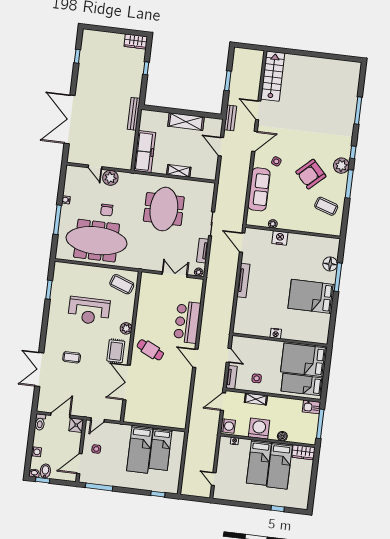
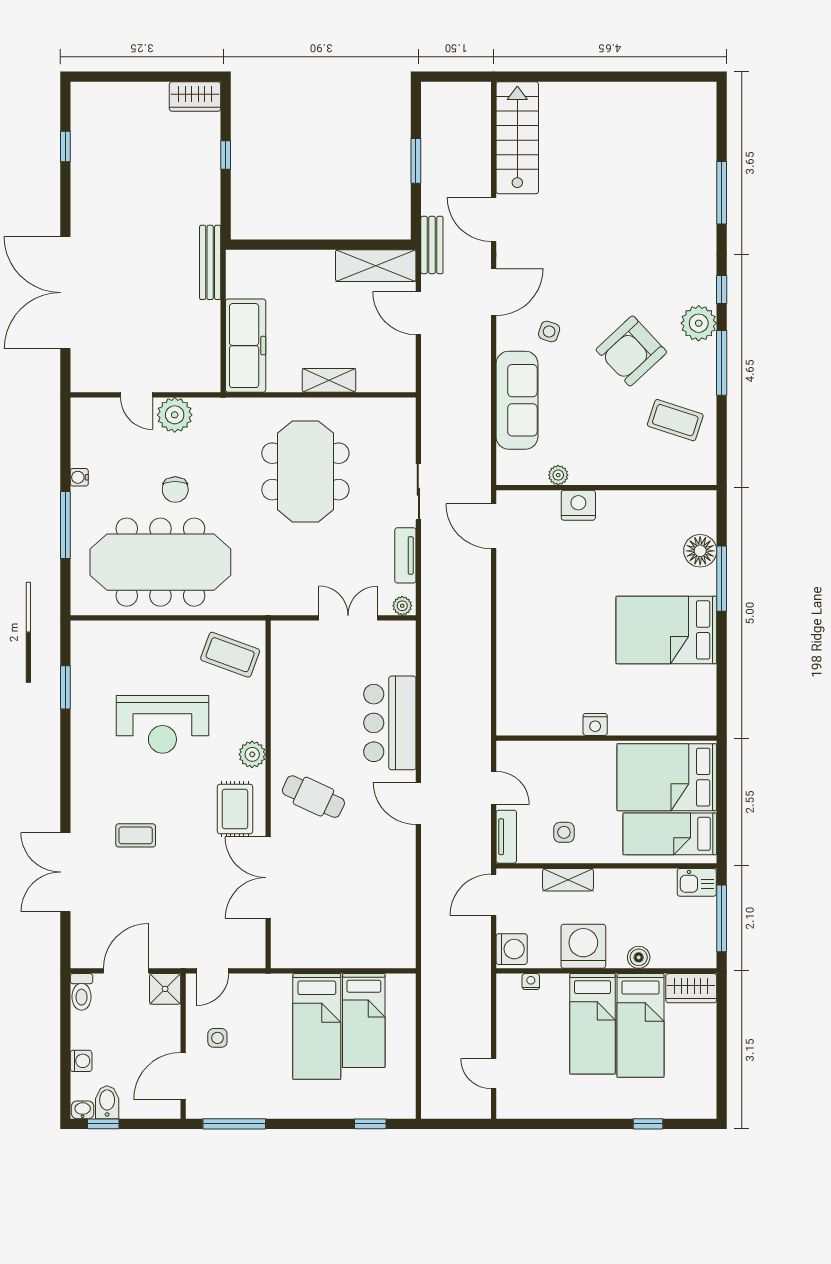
shelving: (186, 122) -> (376, 266), moved
tv unit: (243, 280) -> (507, 612), removed

